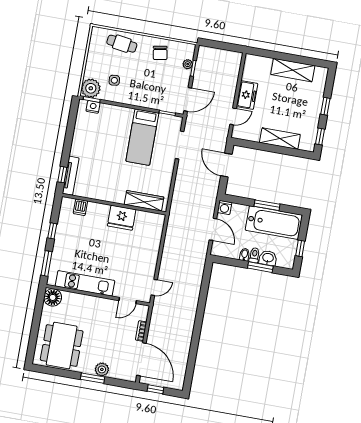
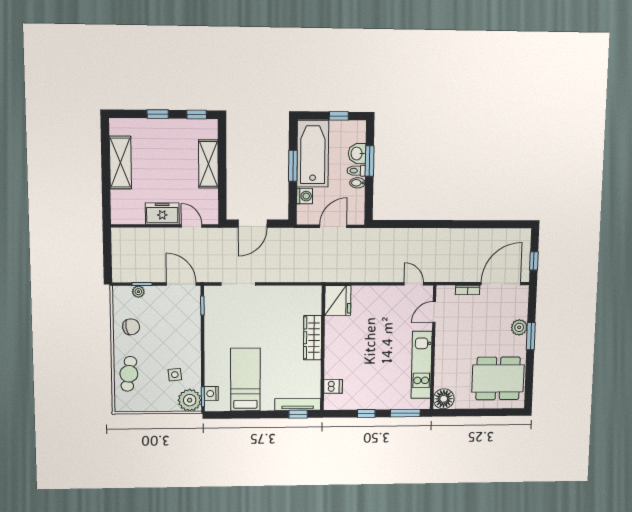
bed: (142, 137) -> (245, 380), moved, turned -90
wardrobe: (144, 201) -> (313, 338), moved
washing machine: (225, 207) -> (305, 196), moved
fridge: (122, 218) -> (338, 300), moved
door: (128, 301) -> (434, 312), swing flipped

